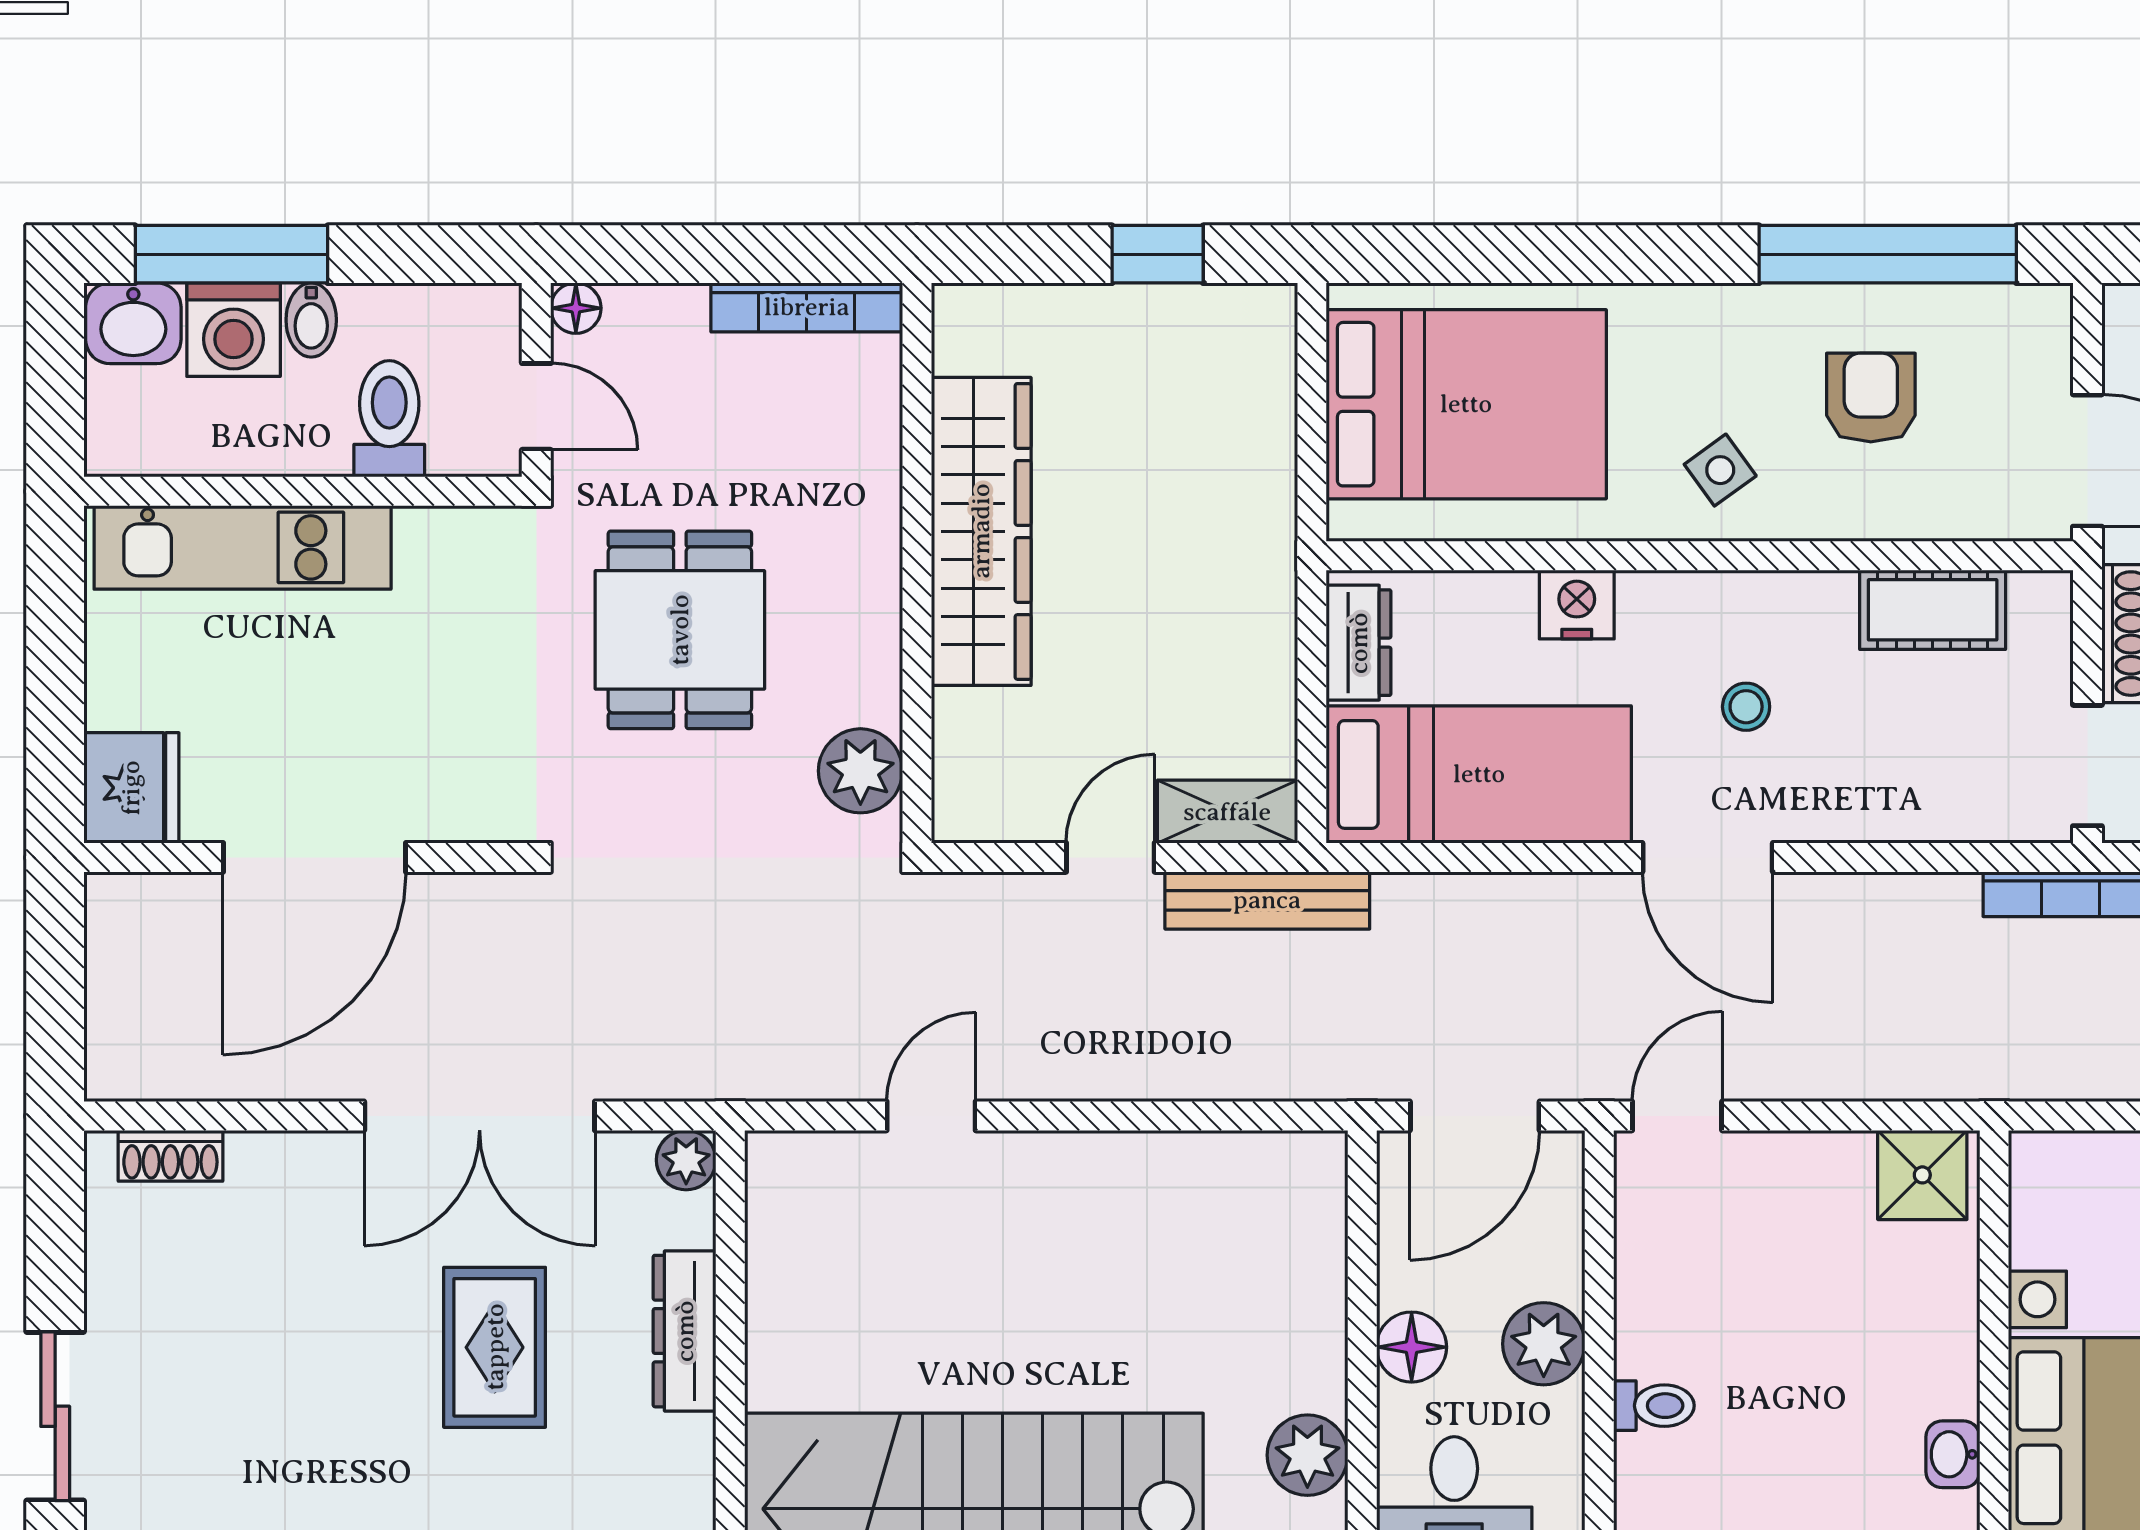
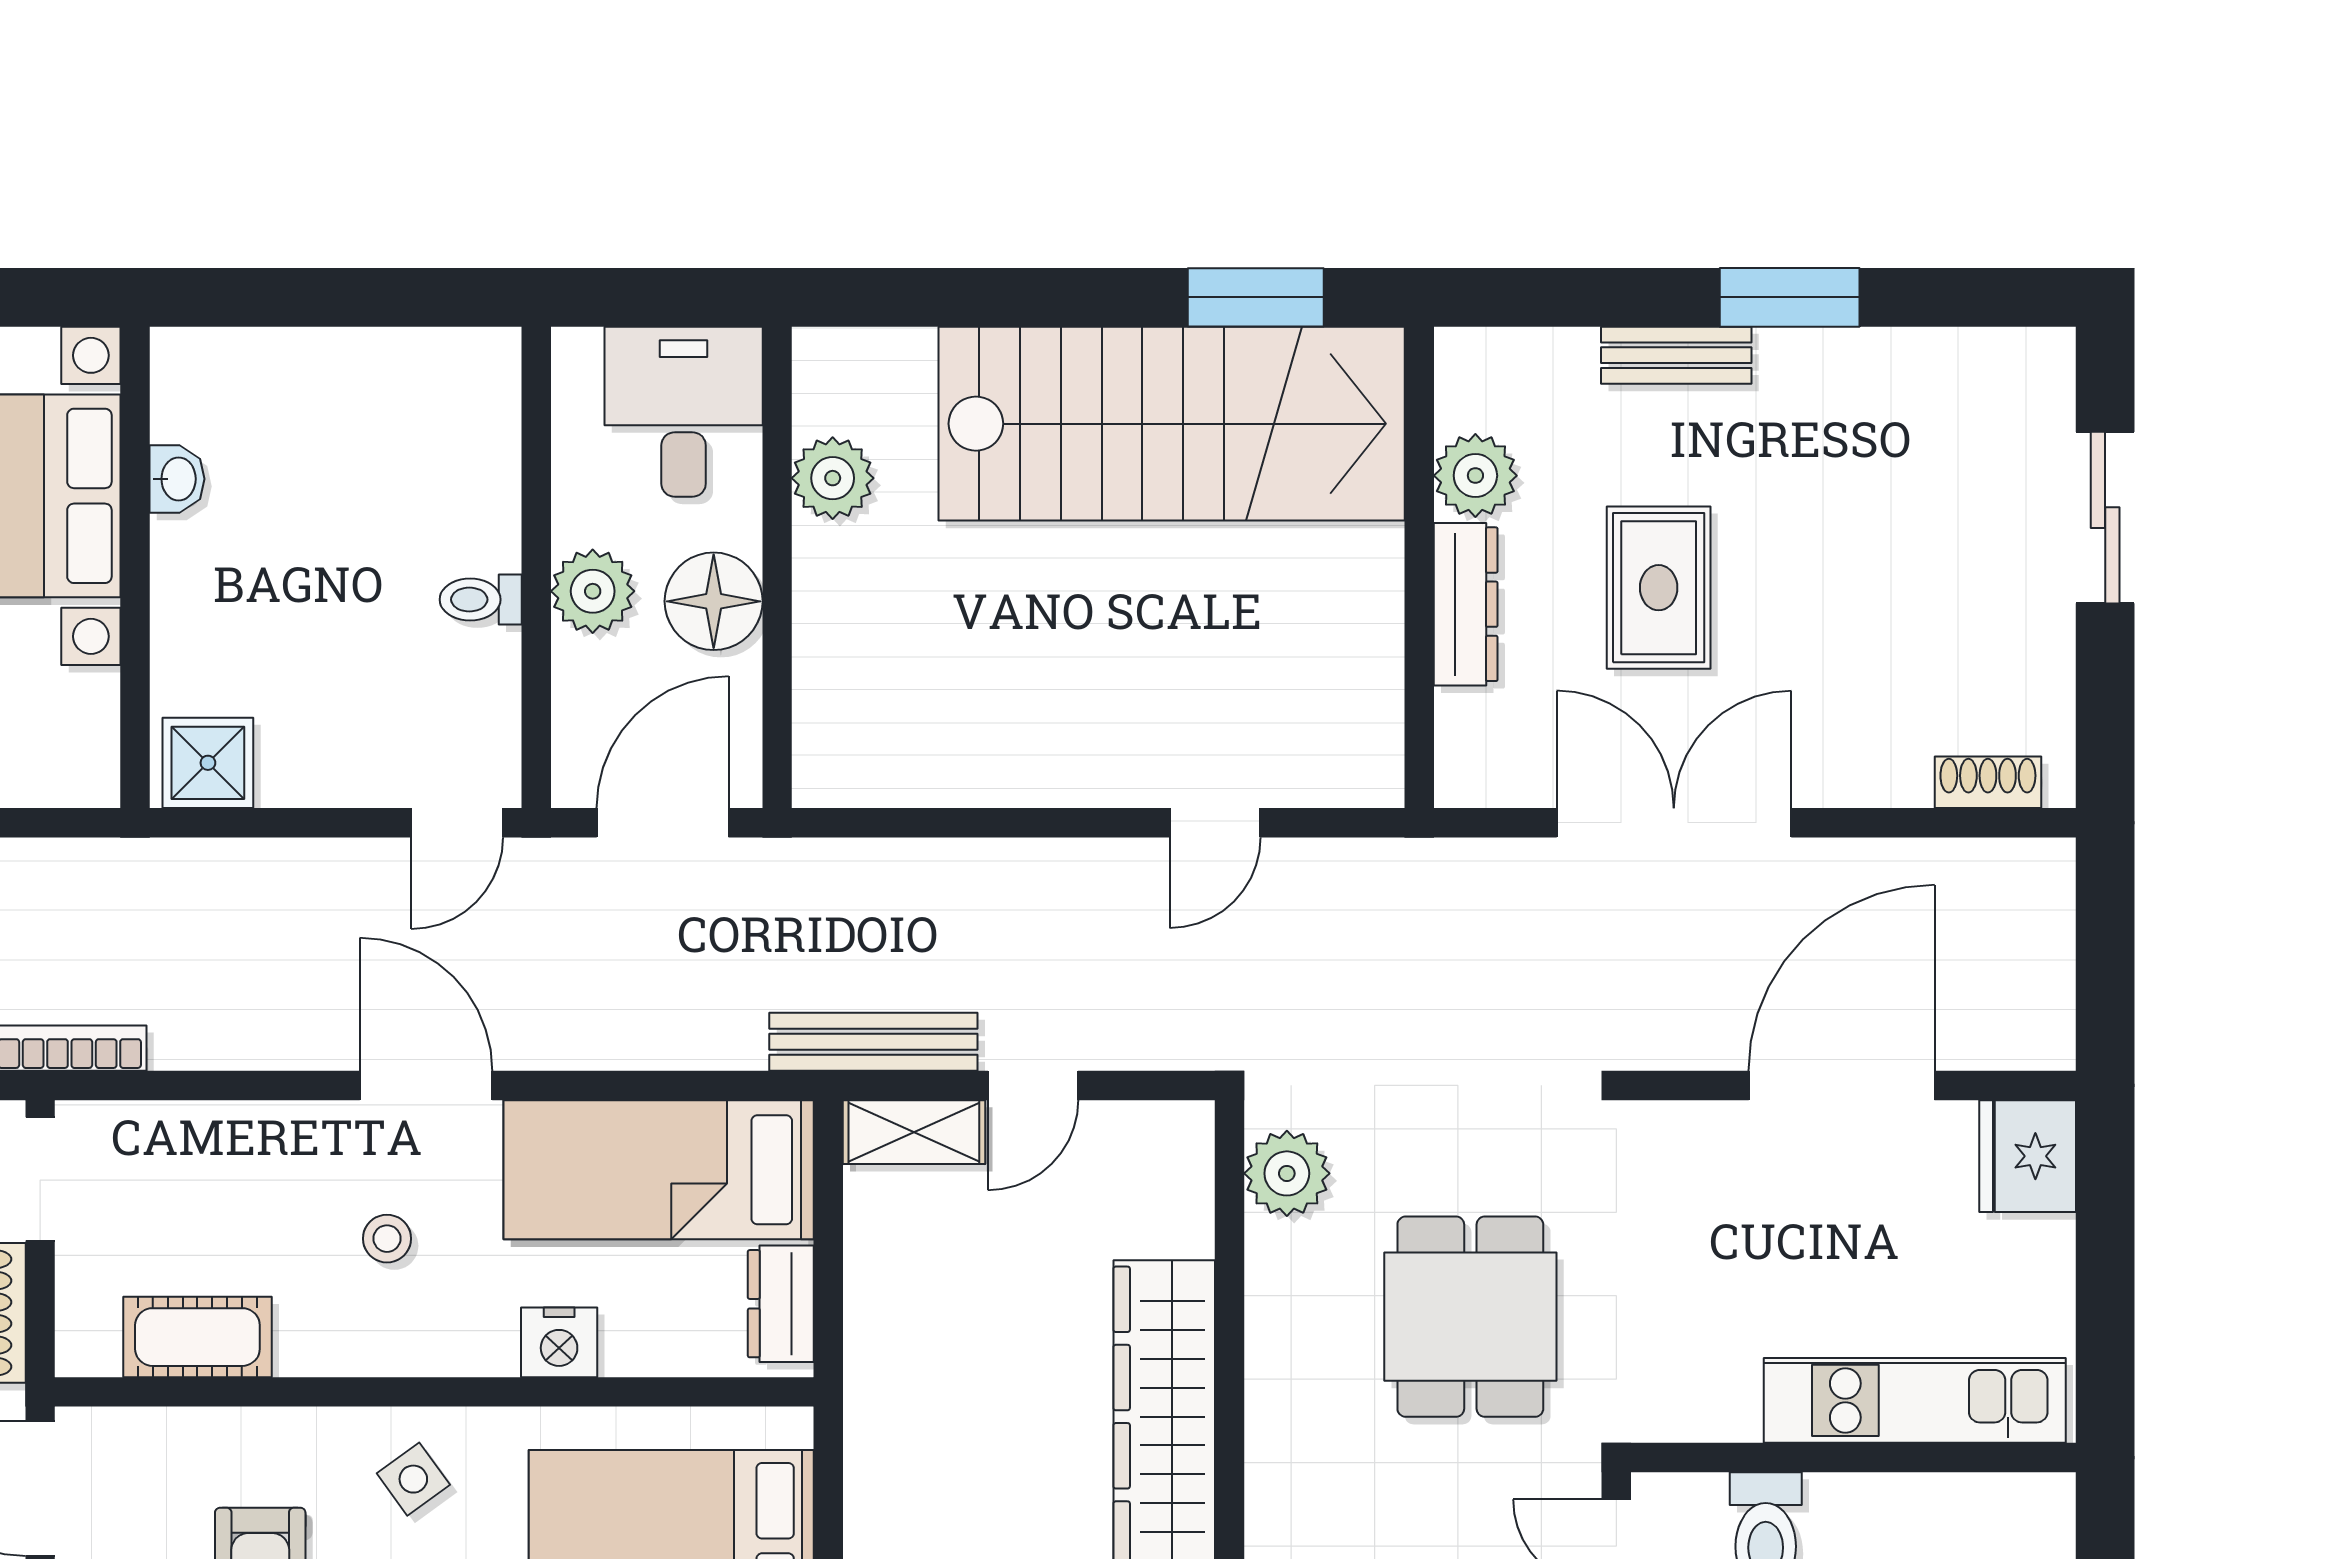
plant: (686, 1160) -> (1475, 476), moved, width x1.38, depth x1.38
floor lamp: (1412, 1347) -> (714, 601), width x1.38, depth x1.38
toilet: (1654, 1406) -> (481, 600), moved

